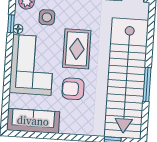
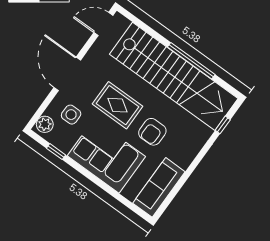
floor lamp: (18, 29) -> (65, 148), removed
window: (147, 84) -> (191, 61), width x1.46

